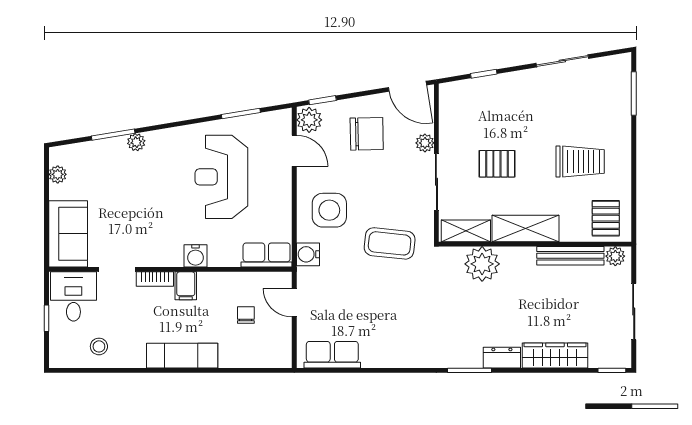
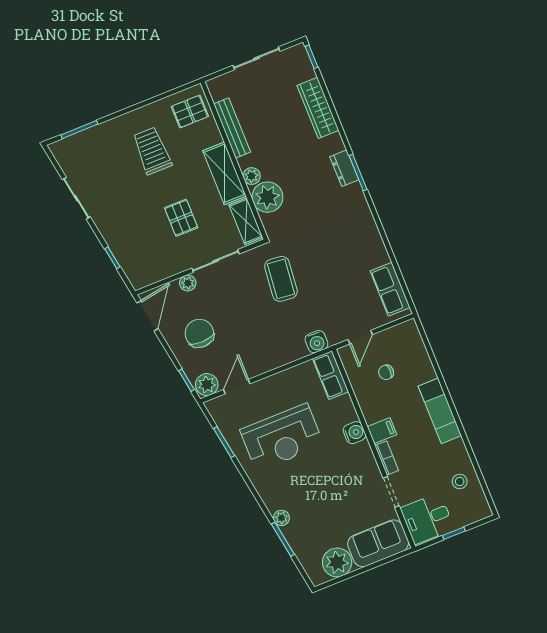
plant: (58, 174) -> (337, 562), width x1.88, depth x1.88
side table: (329, 210) -> (274, 339), removed
plant: (615, 256) -> (252, 176), moved
dresser: (502, 358) -> (344, 168), moved

